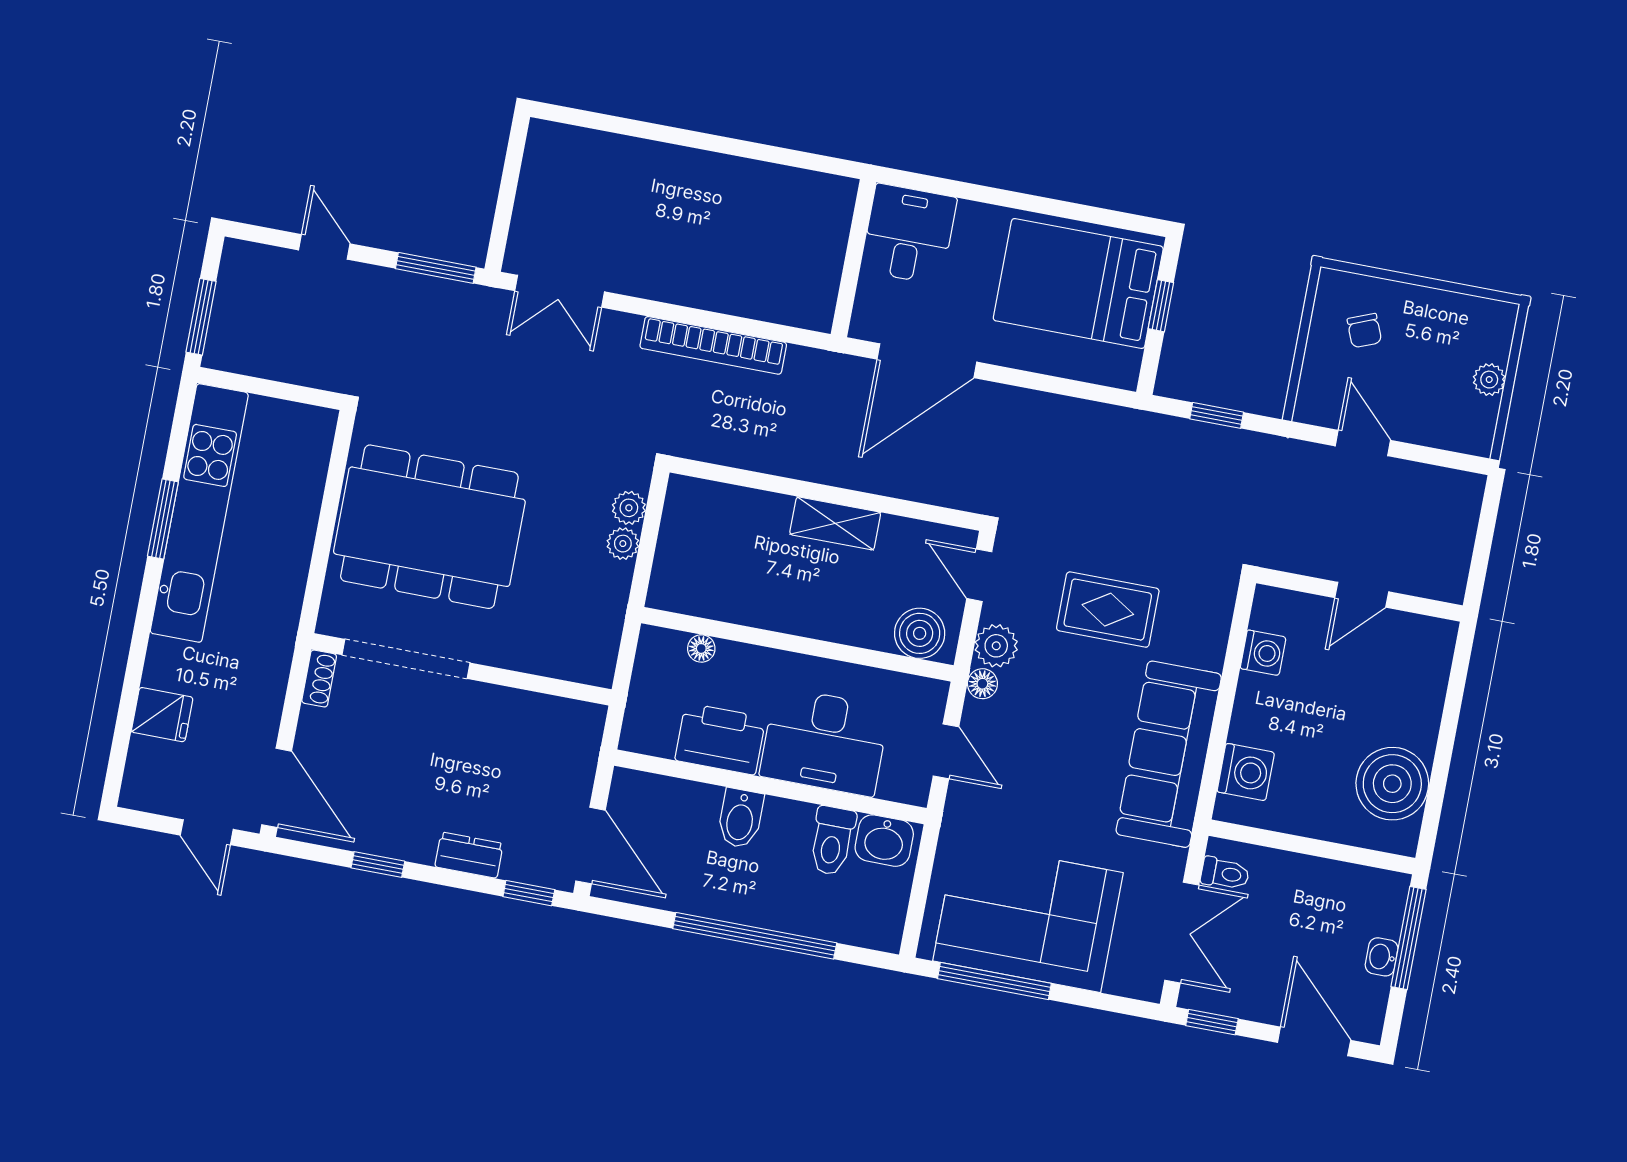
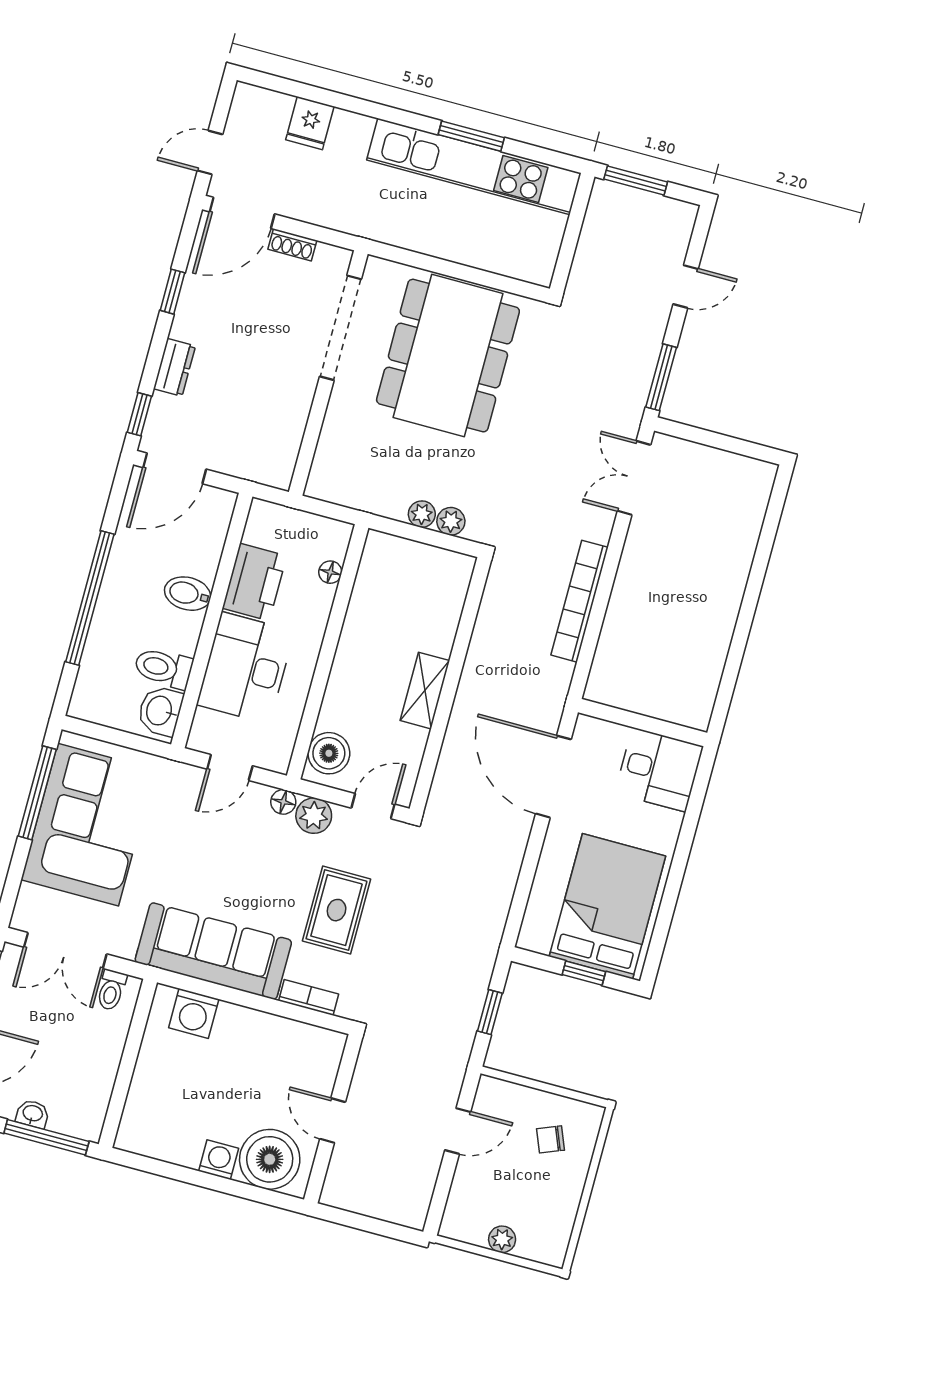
bookcase: (1216, 635) -> (309, 997), added
washing machine: (1263, 653) -> (219, 1160), moved, turned 180
shoe rack: (319, 678) -> (292, 245), moved
boiler: (1392, 784) -> (270, 1159), moved

